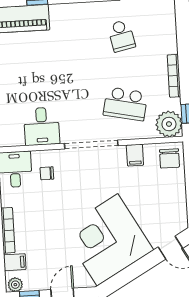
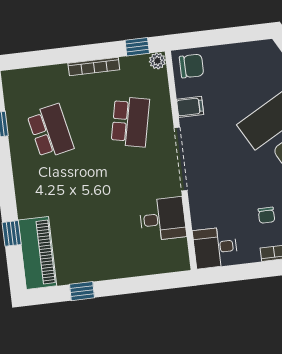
school desk: (121, 36) -> (50, 131), width x1.85
plant: (169, 124) -> (157, 61), width x0.53, depth x0.53
chair: (47, 173) -> (266, 215), moved

